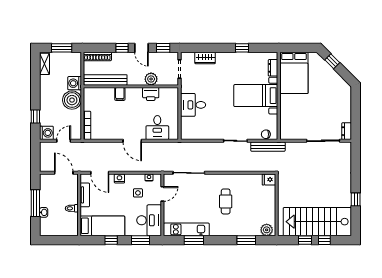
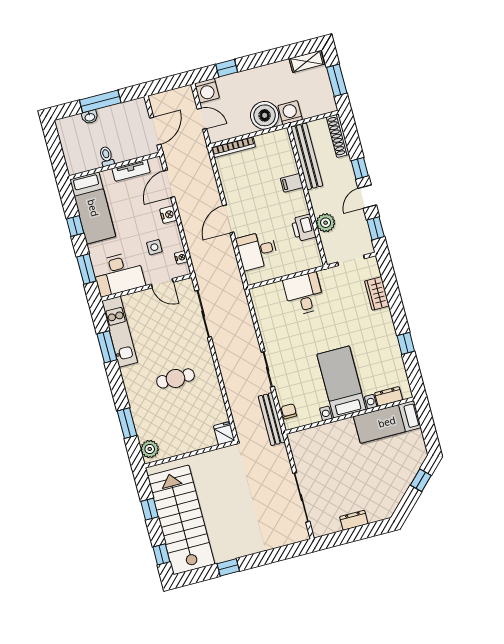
bed: (294, 73) -> (387, 422), width x0.67
dresser: (347, 131) -> (354, 520), moved
window: (324, 240) -> (161, 554), moved

